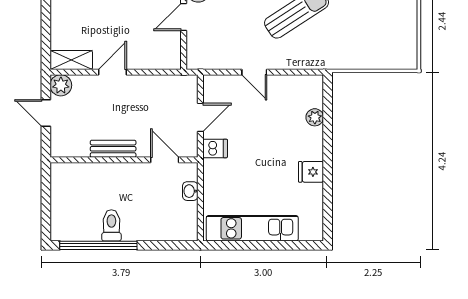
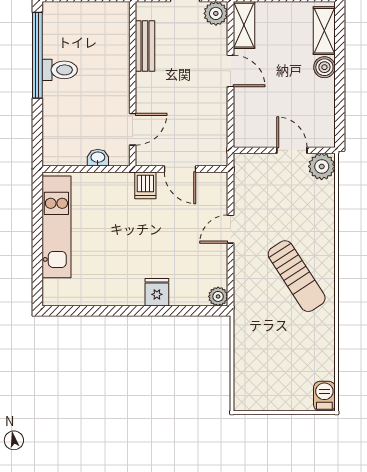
plant: (315, 117) -> (218, 296), moved
bench: (113, 149) -> (145, 46), moved
fridge: (311, 172) -> (157, 292), moved

